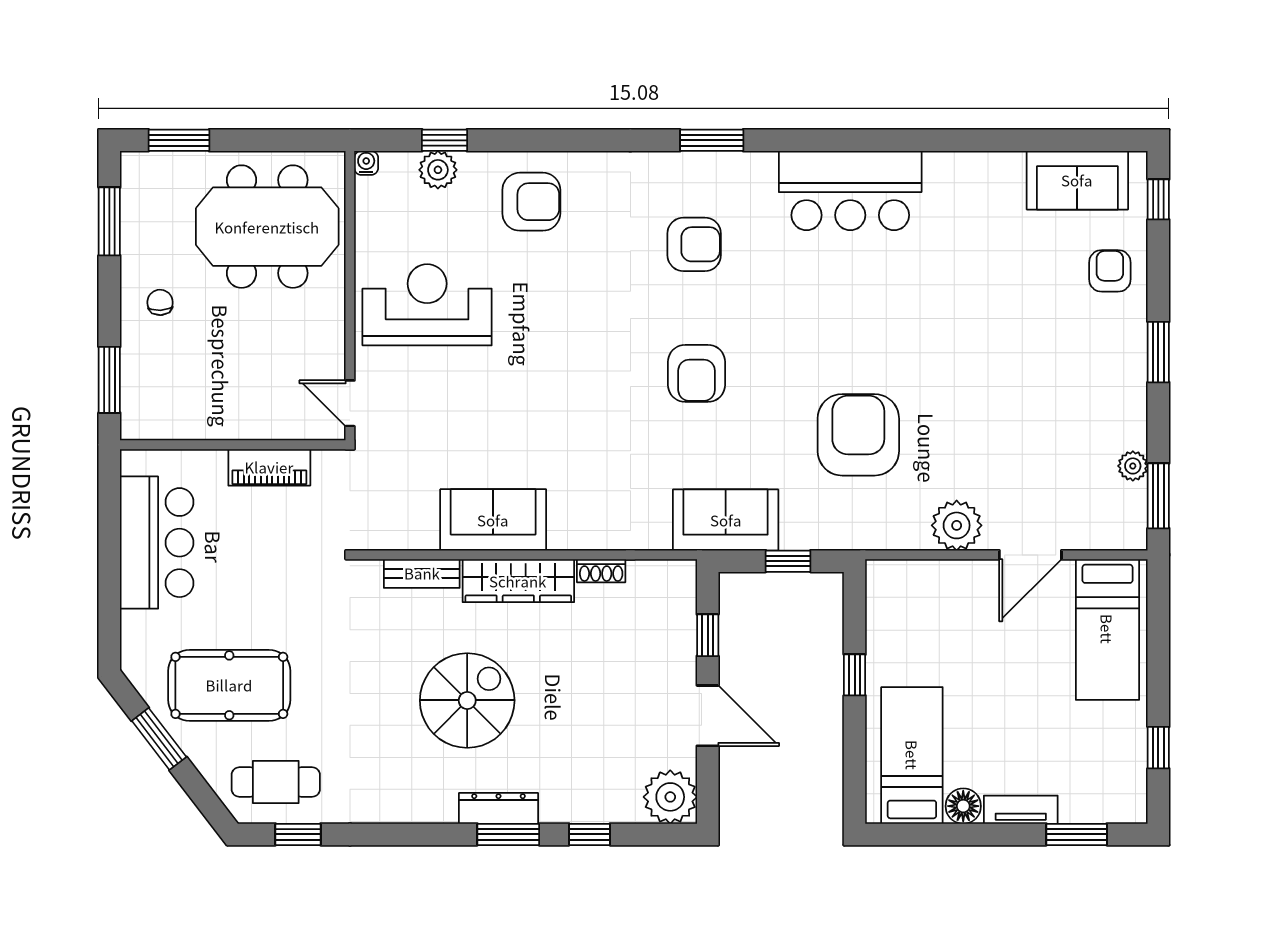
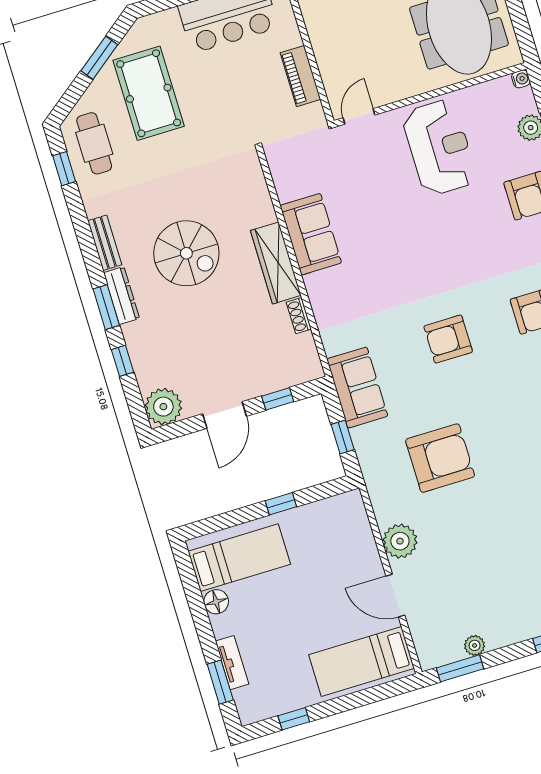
bench: (422, 573) -> (105, 243), moved
tv unit: (1021, 810) -> (232, 663), moved

